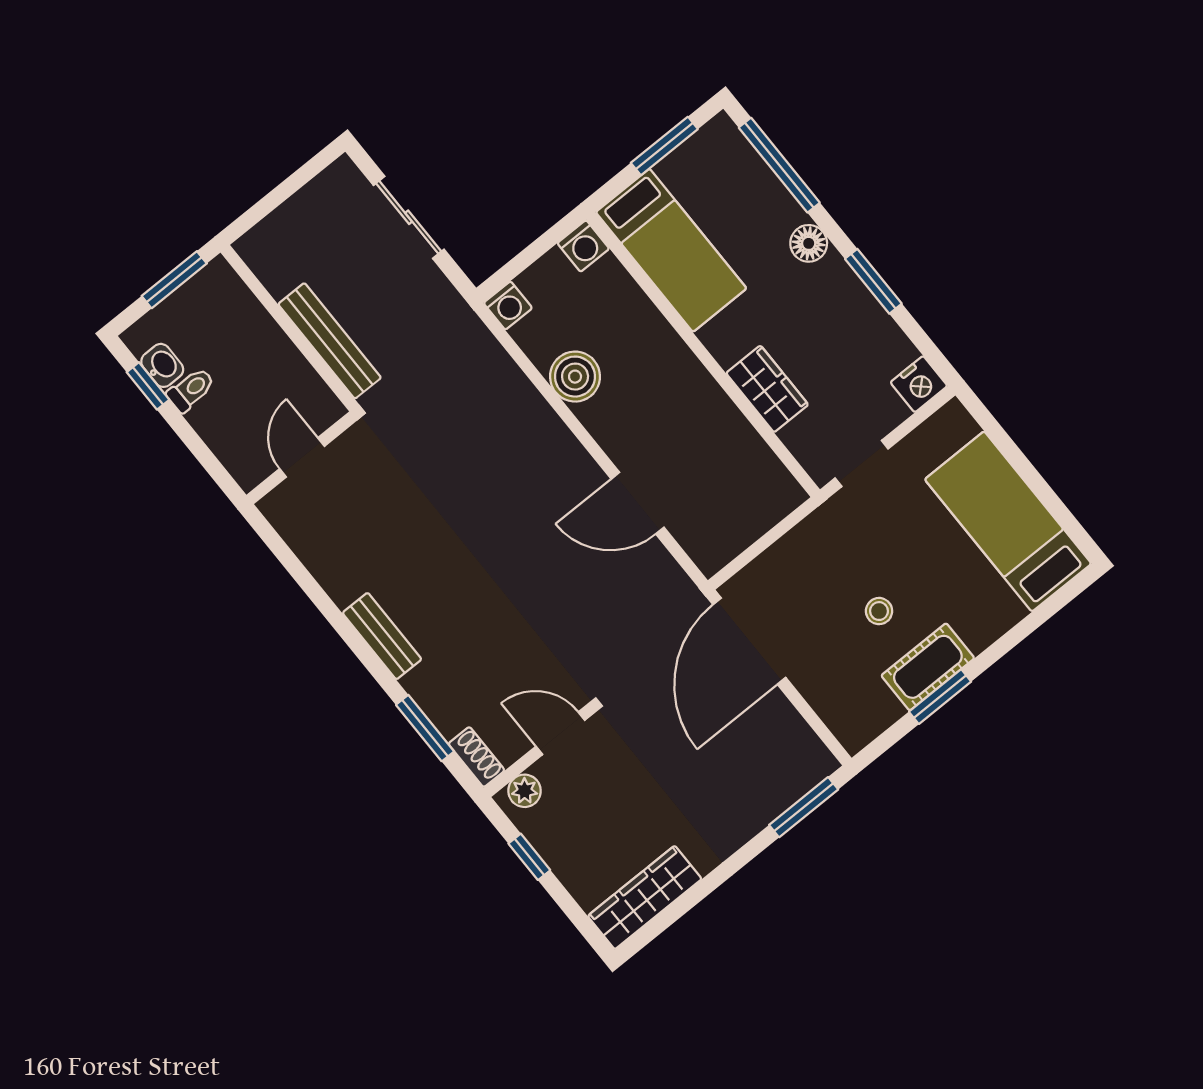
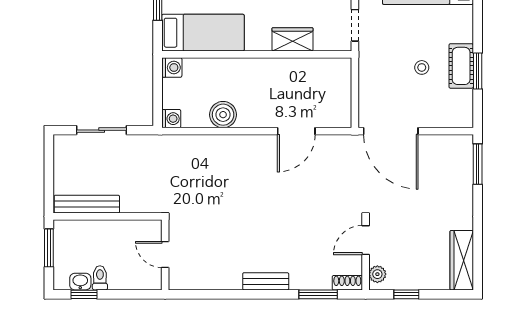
bench: (330, 341) -> (87, 204), moved

